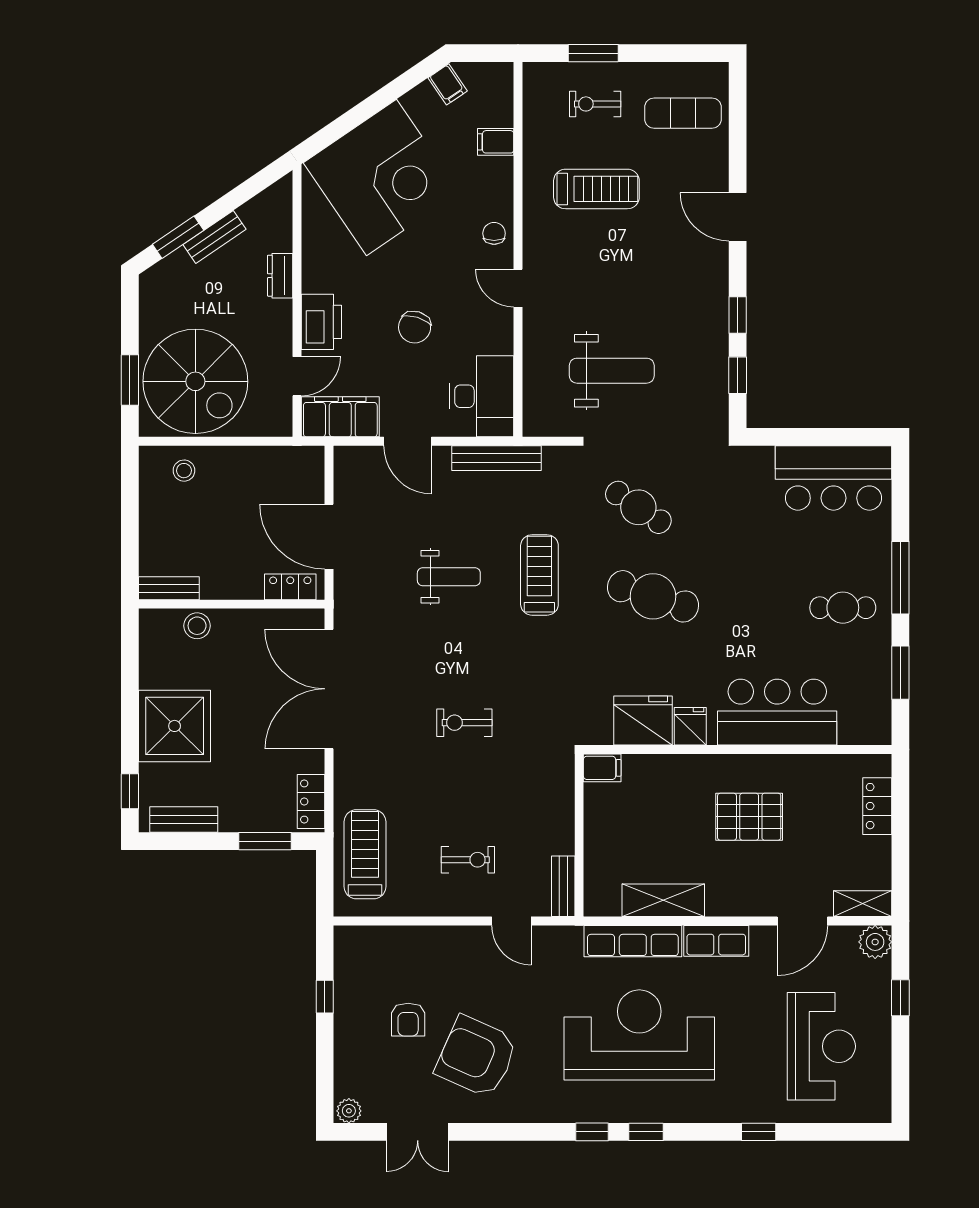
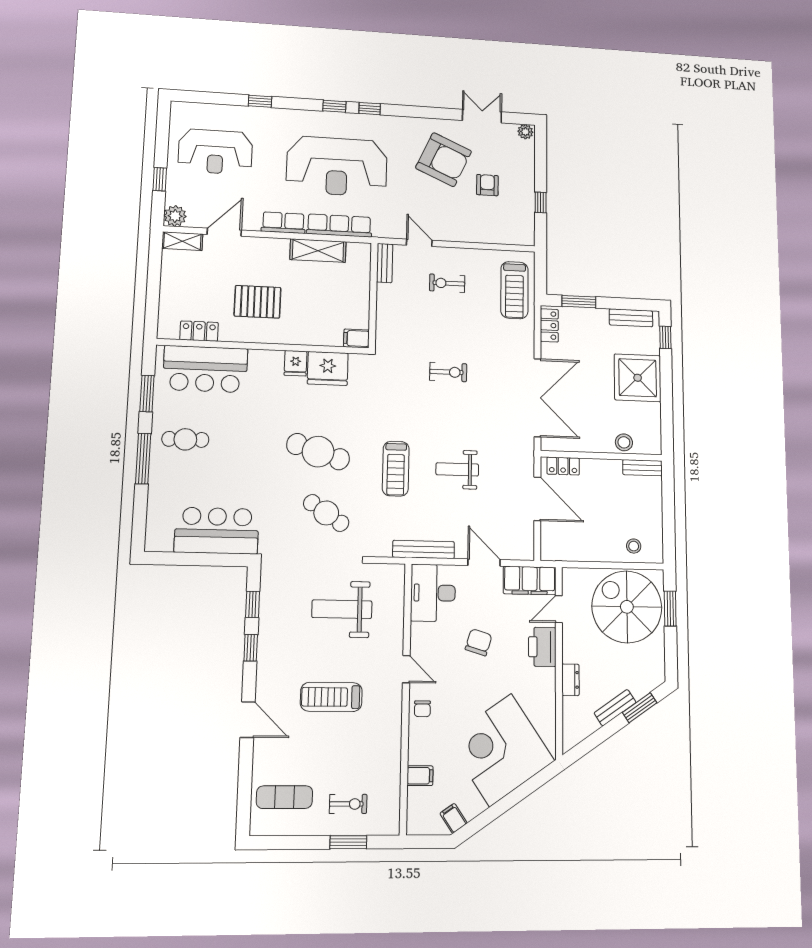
treadmill: (596, 189) -> (331, 697), moved
bar counter: (834, 478) -> (217, 531), moved
bar counter: (777, 712) -> (205, 369), moved
locker: (877, 806) -> (199, 331), moved, turned -90
reception desk: (821, 1046) -> (215, 152), turned -90

